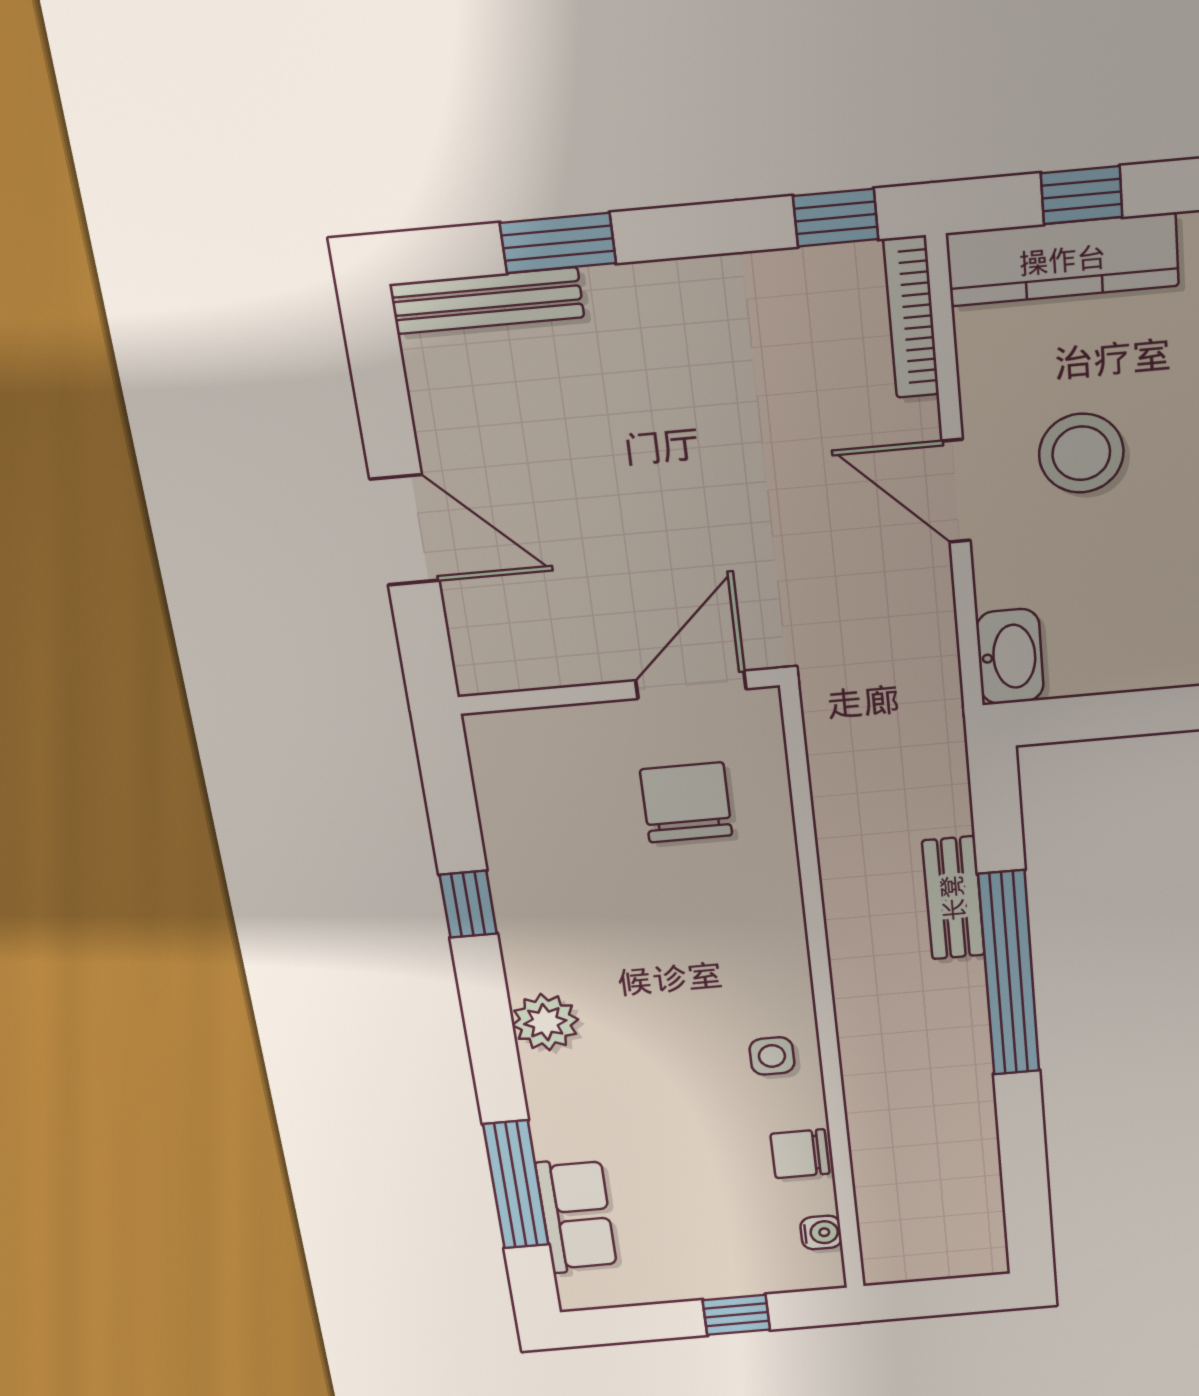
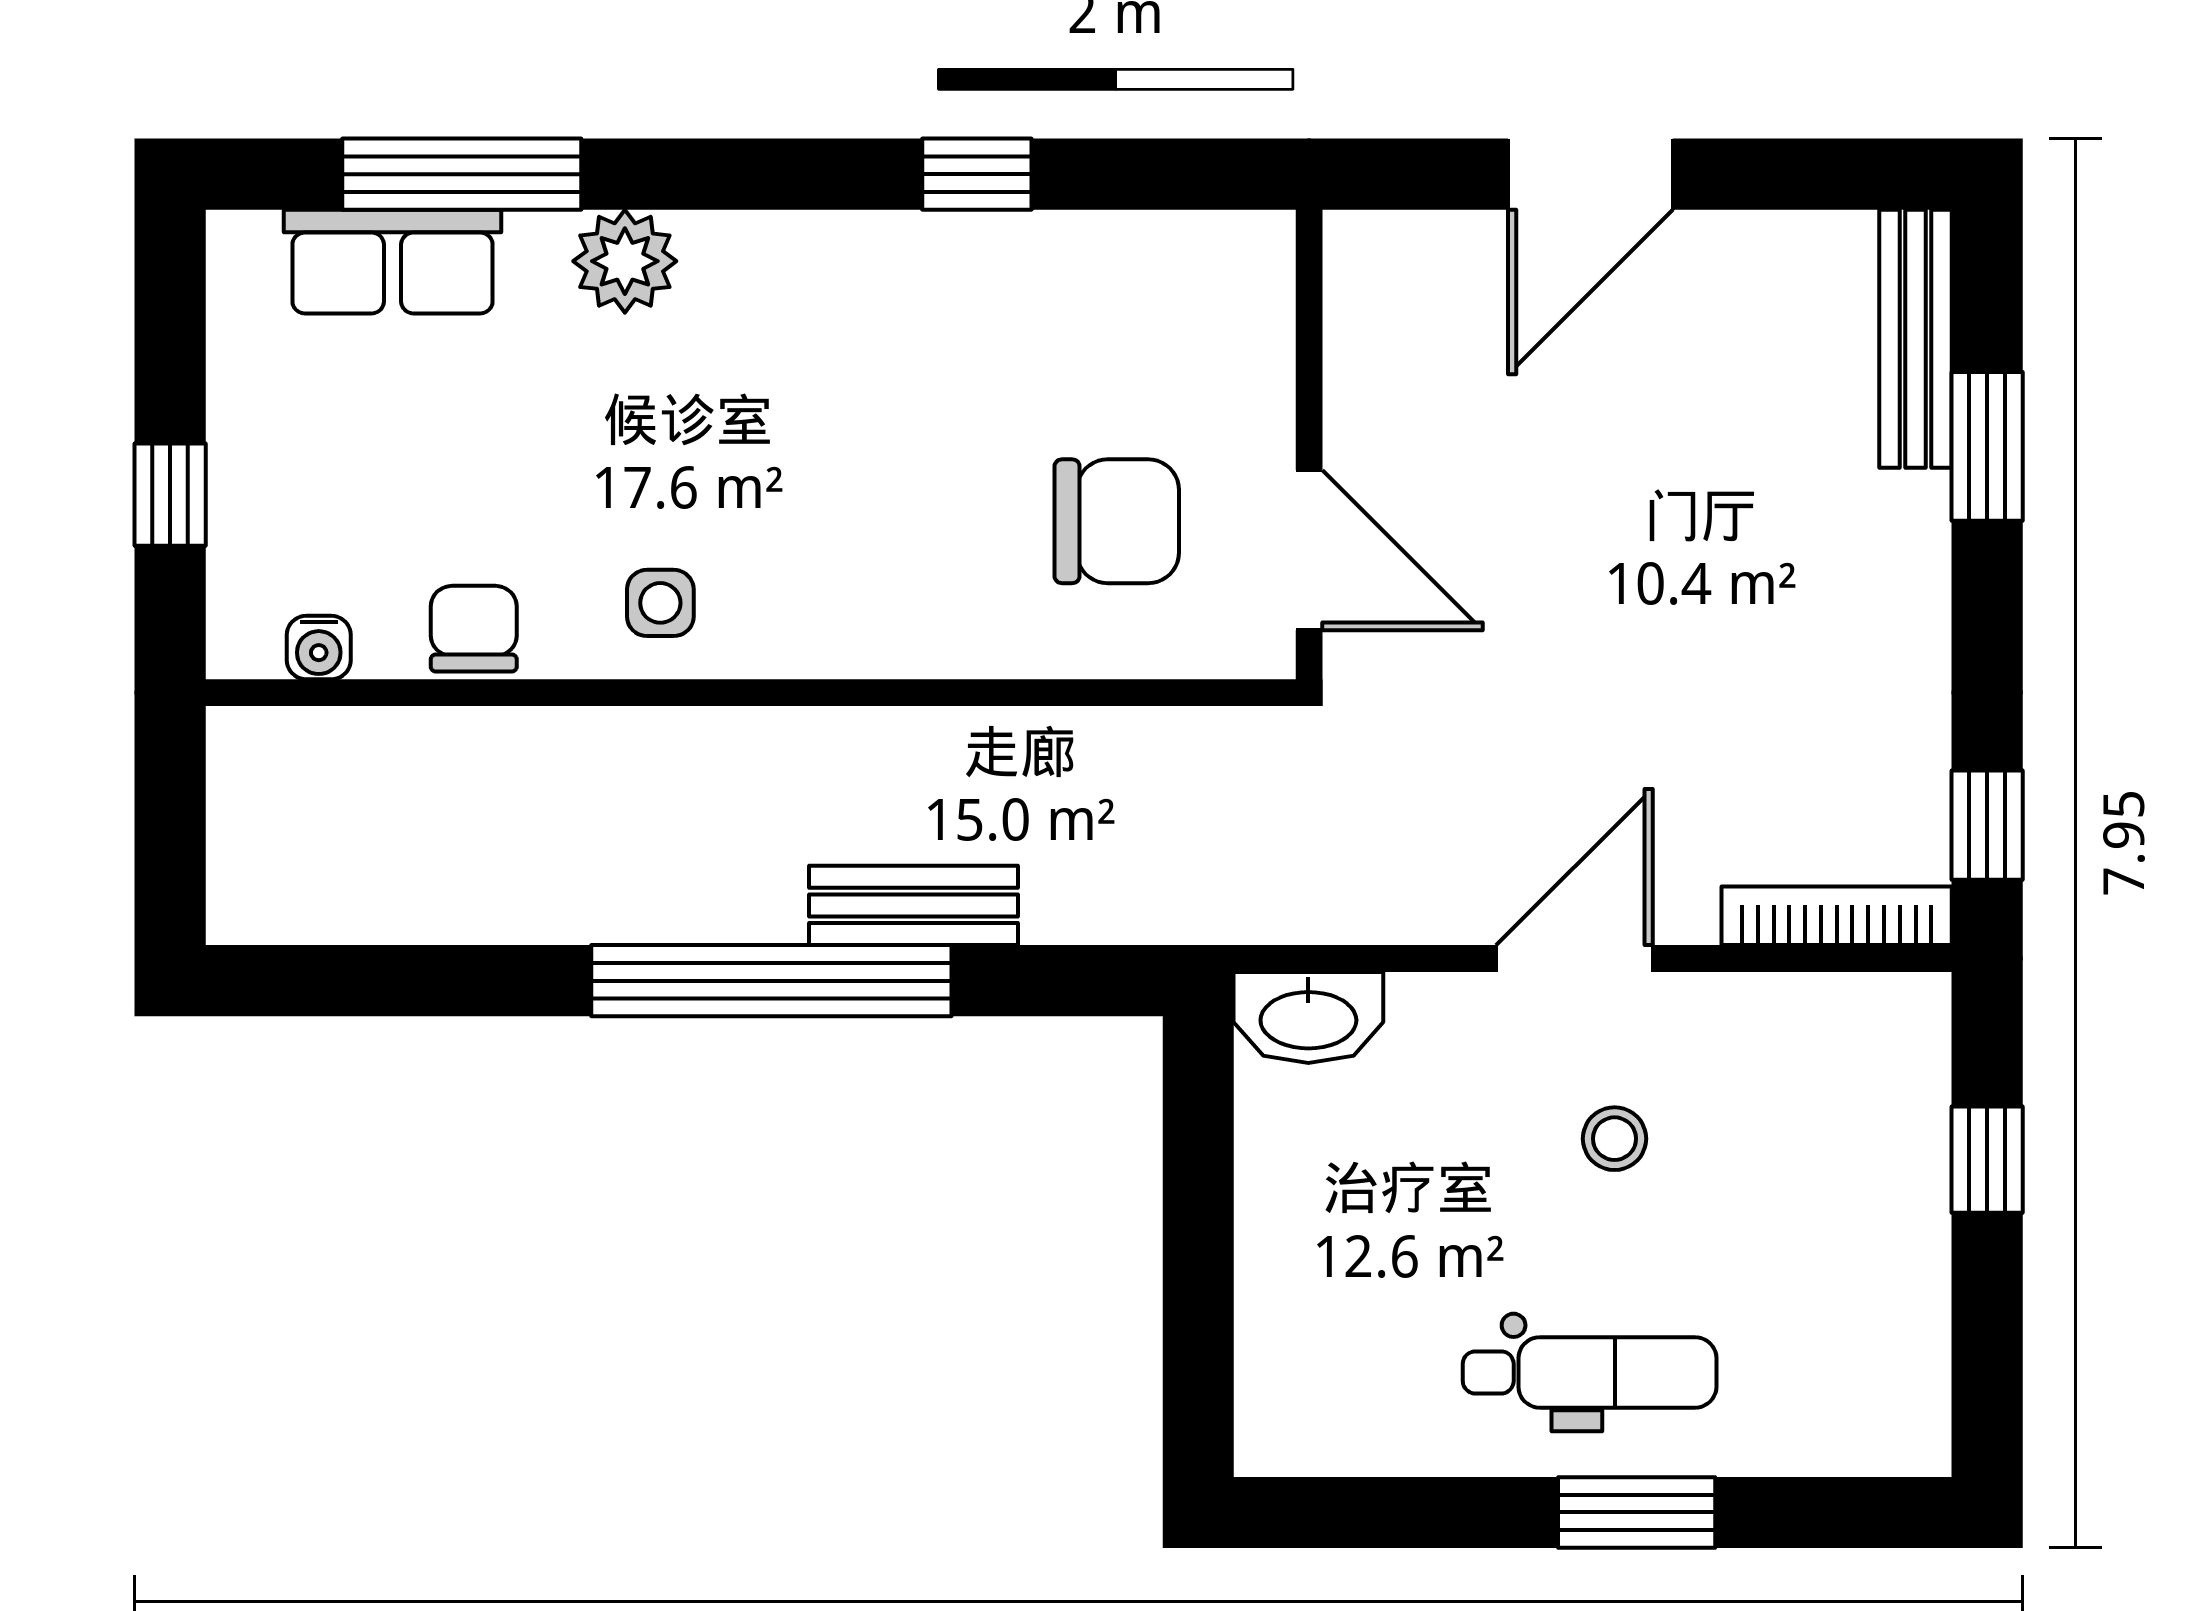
kitchen counter: (1063, 260) -> (1899, 1129), removed
stool: (1081, 453) -> (1615, 1139), width x0.53, depth x0.53
plant: (545, 1022) -> (625, 261), moved

